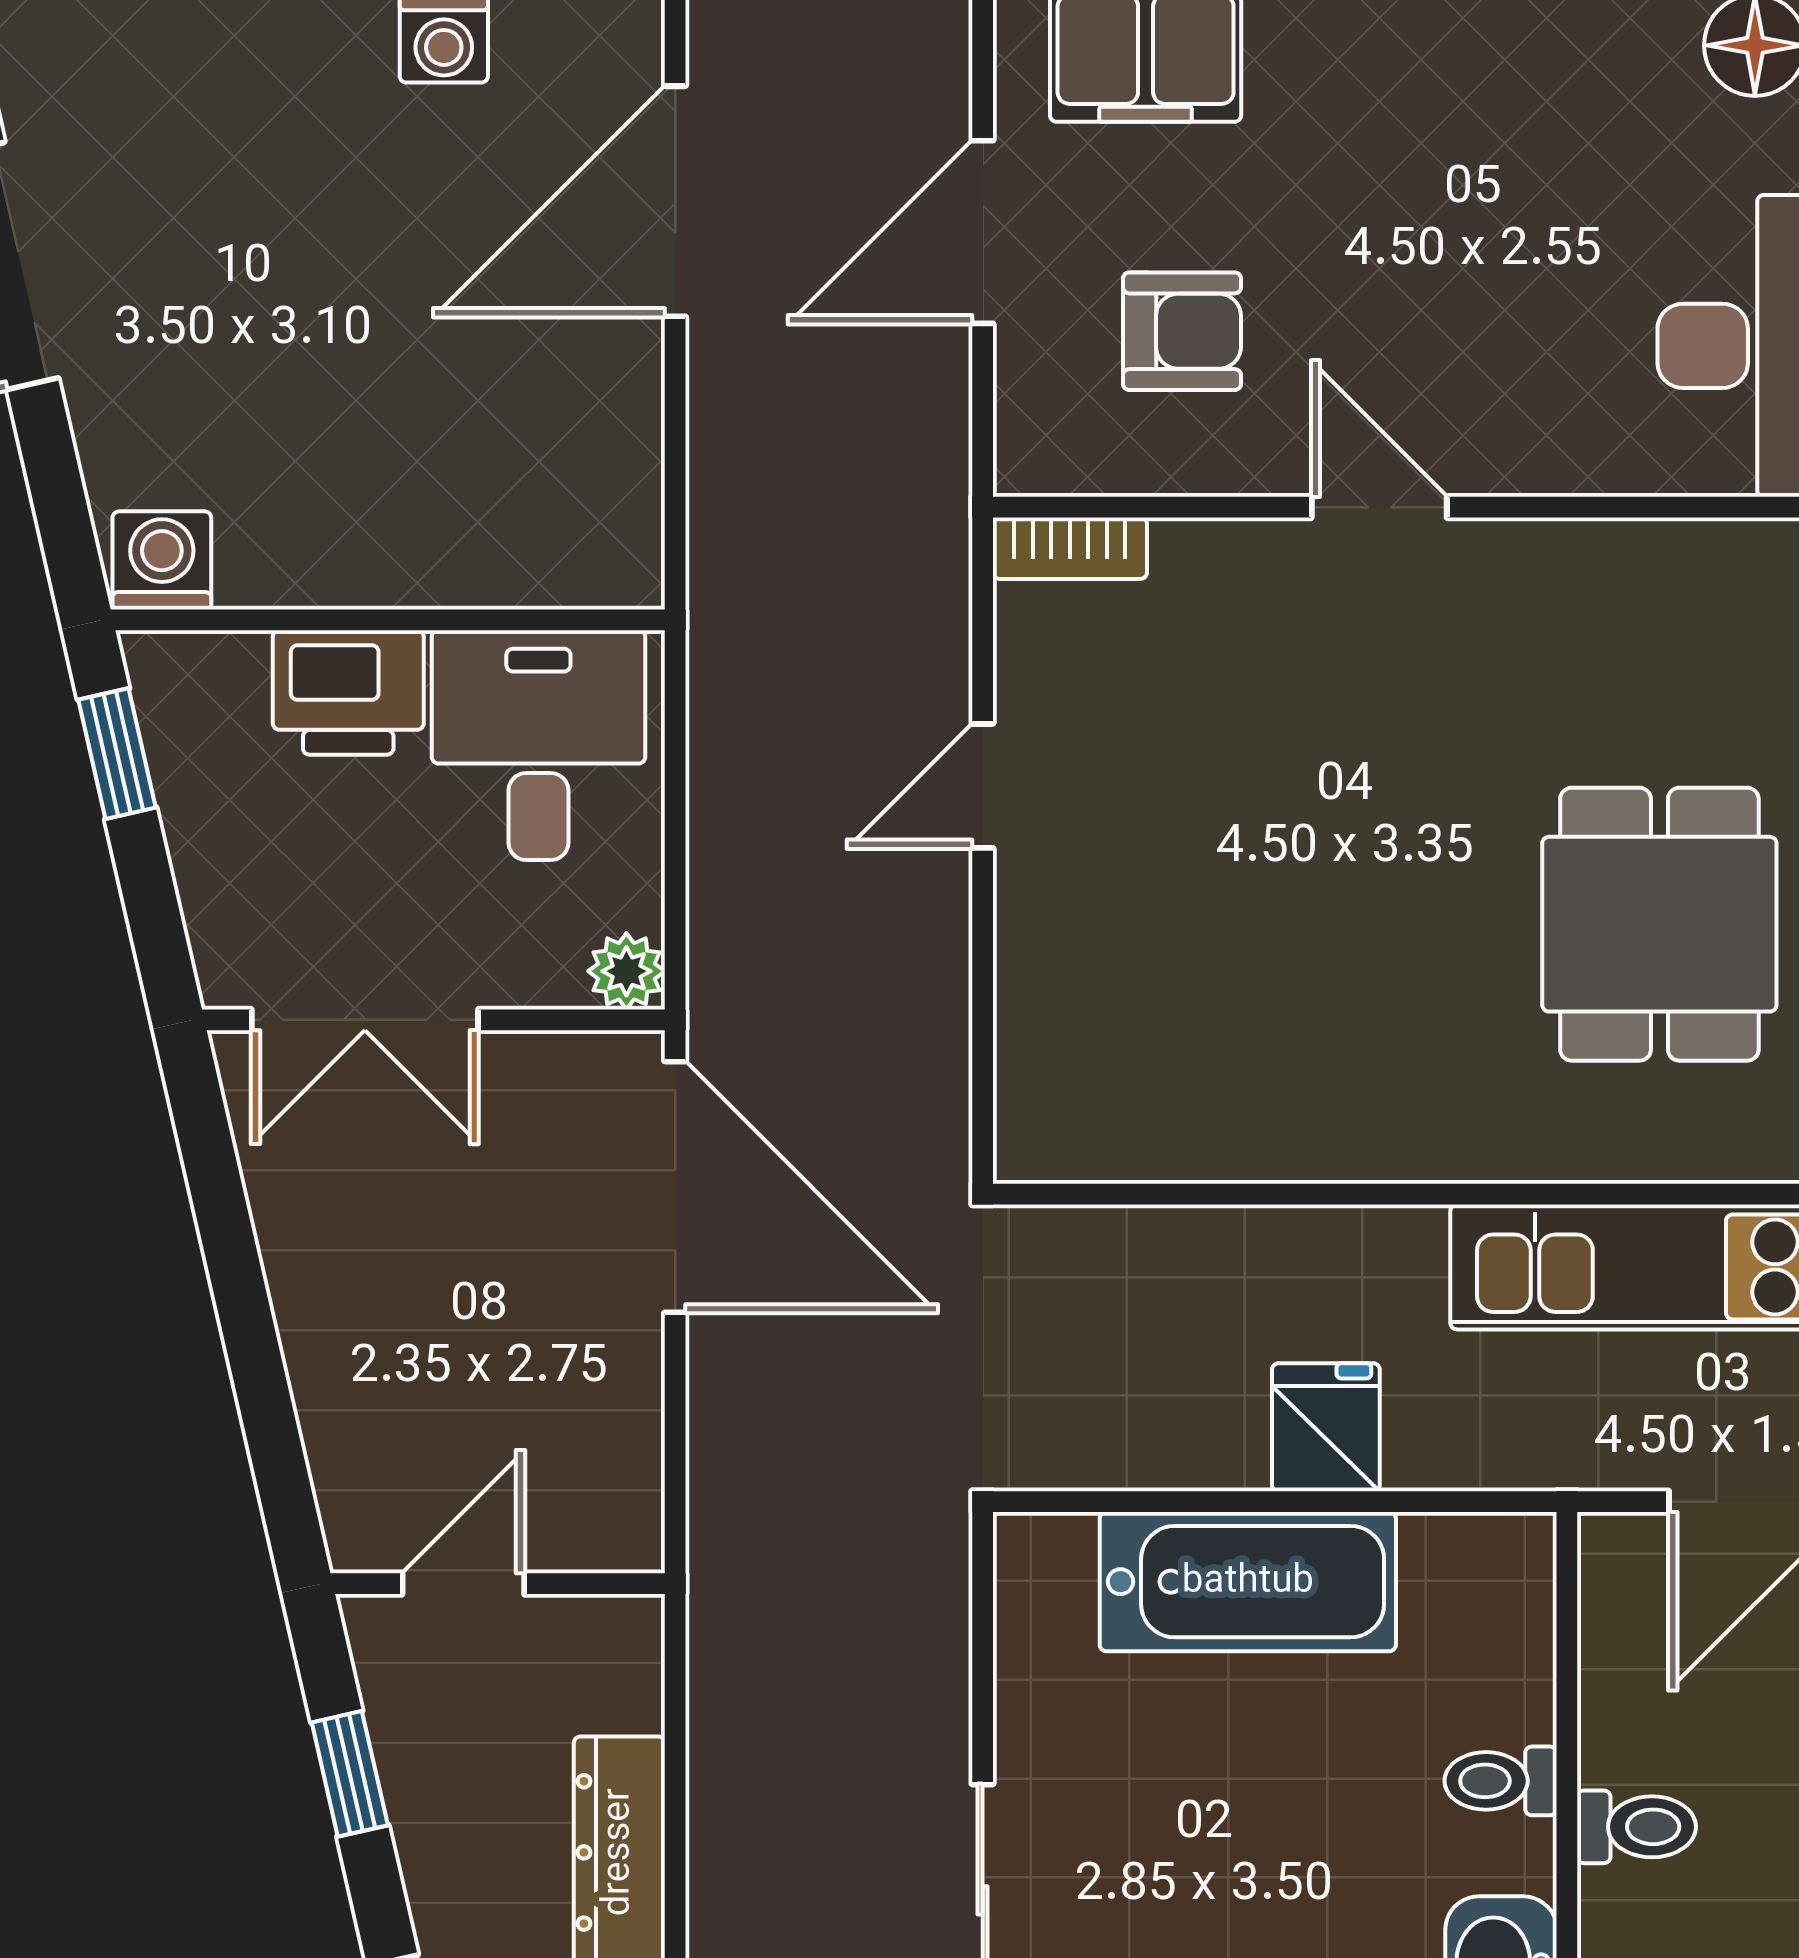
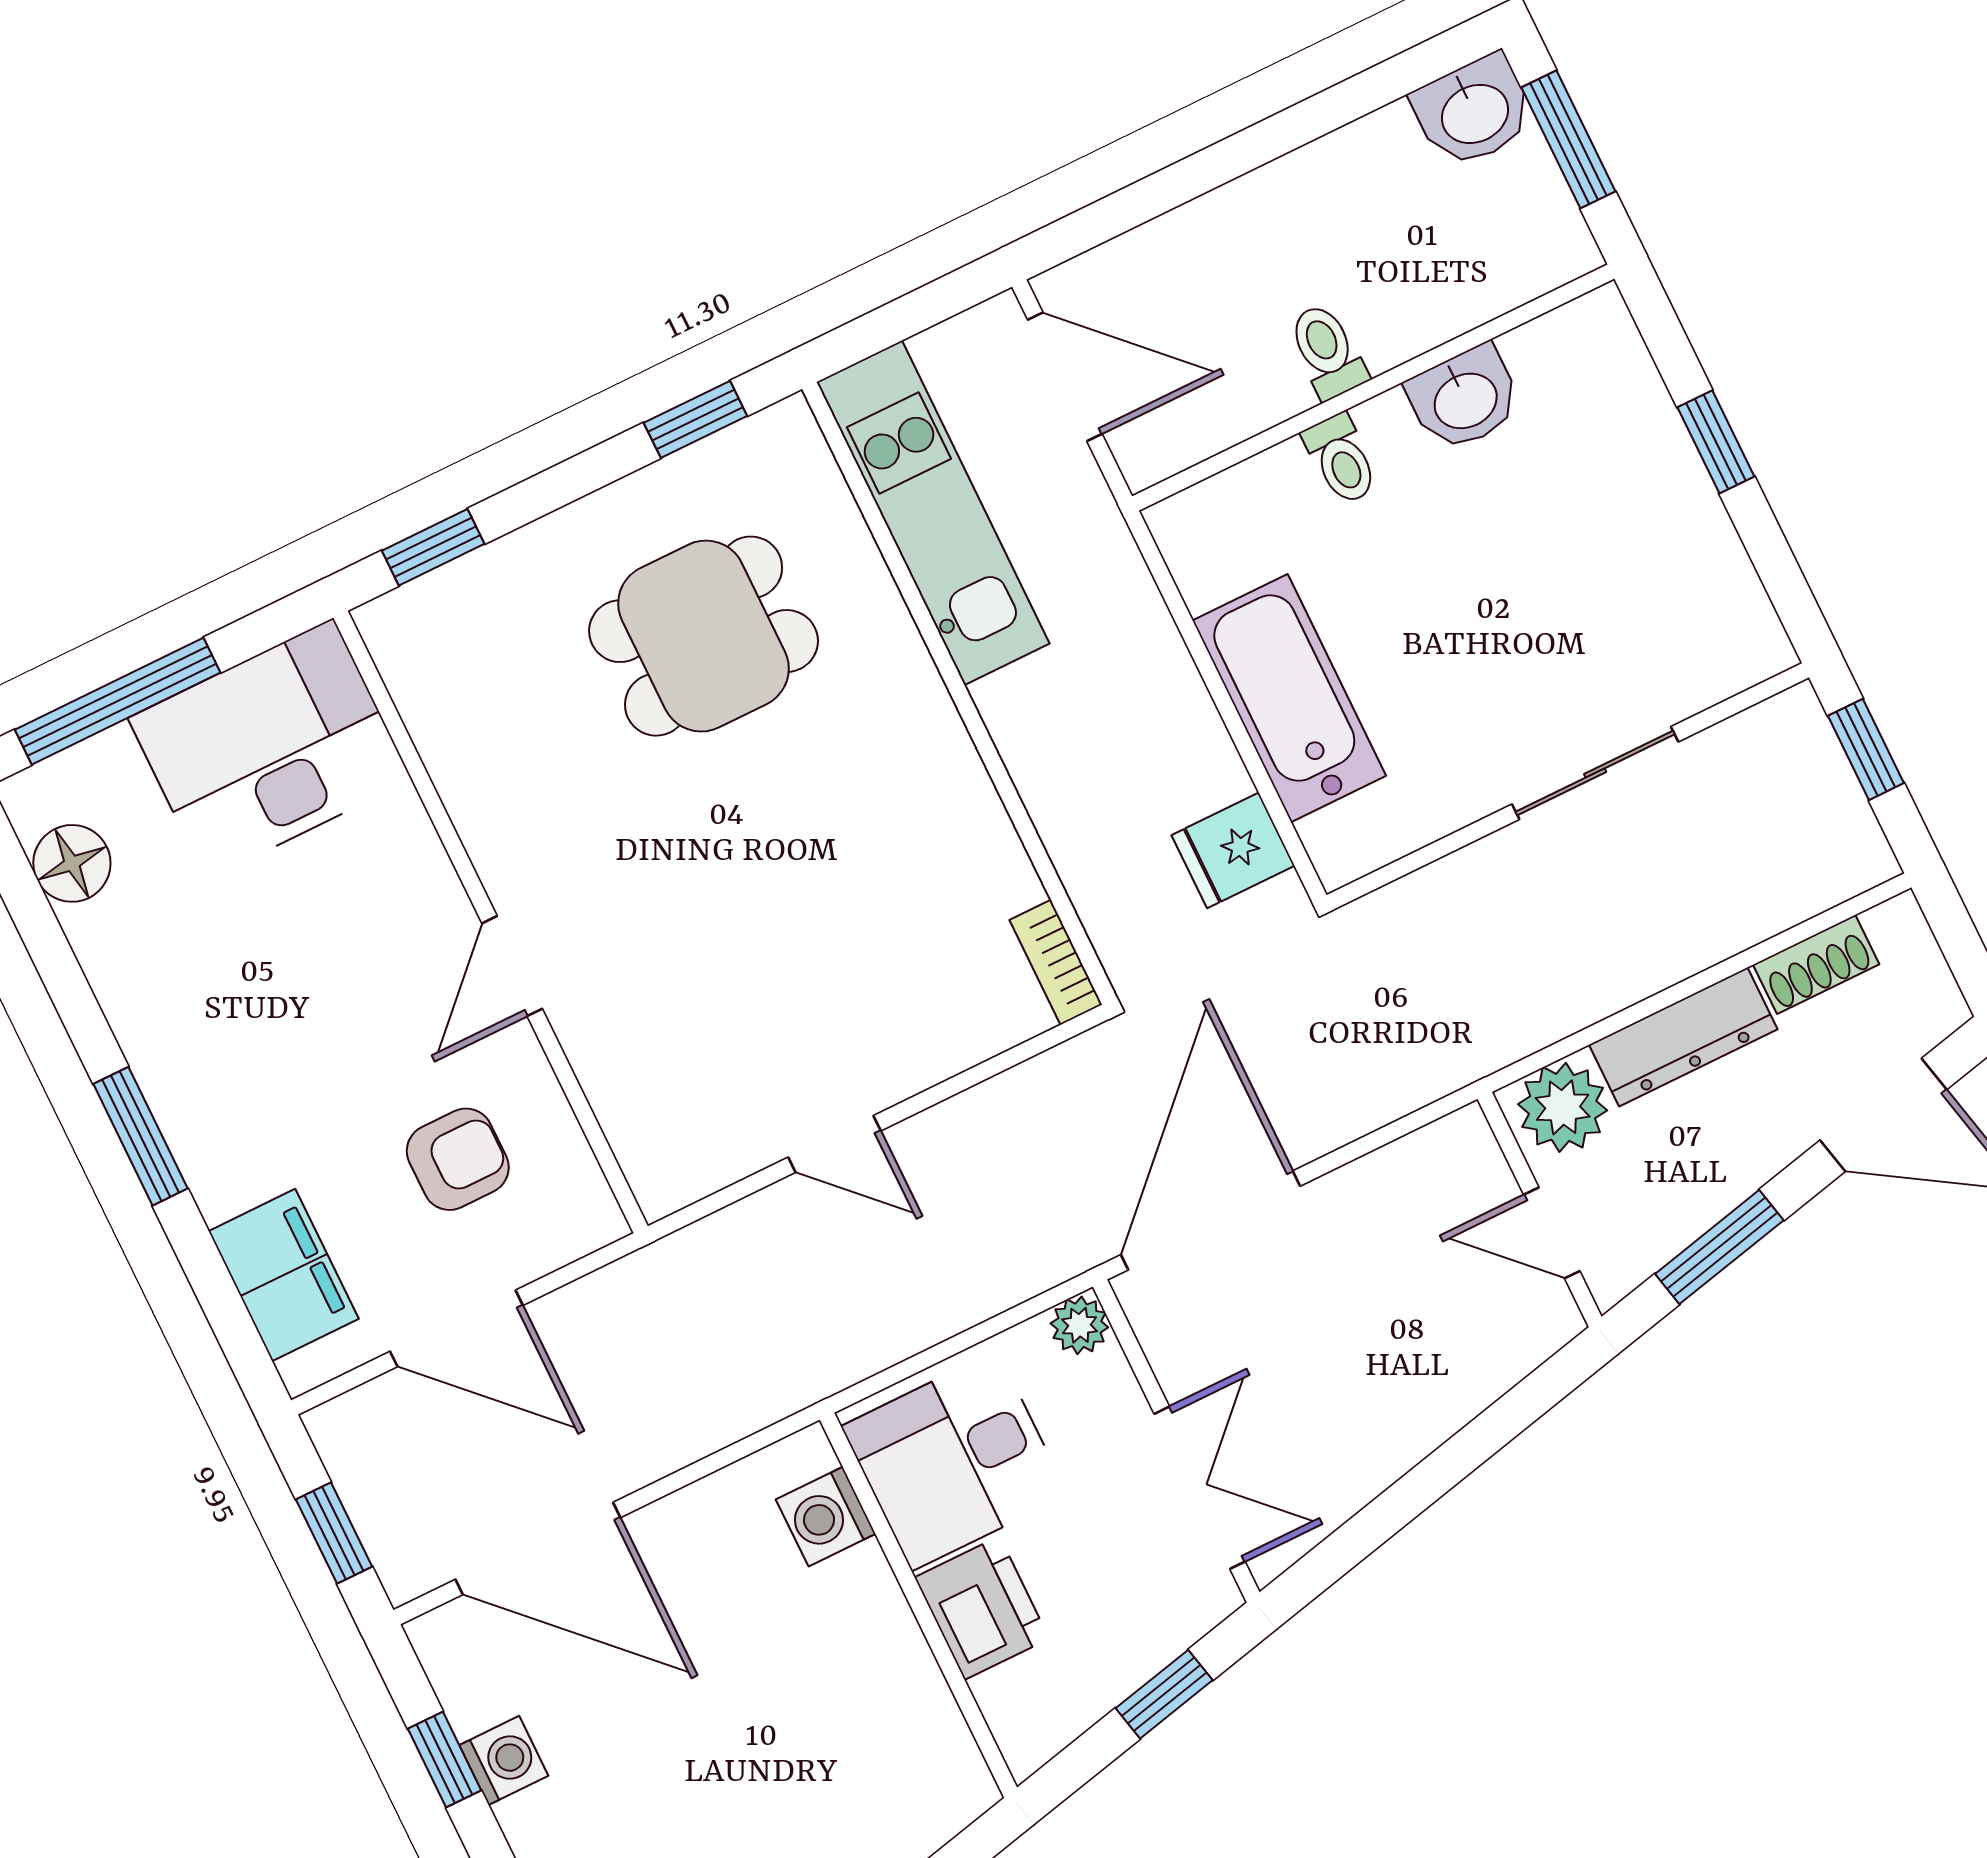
armchair: (1182, 331) -> (458, 1159), turned 90
bookcase: (1070, 548) -> (1056, 962), moved, turned 180
washing machine: (162, 560) -> (826, 1517), moved
window: (117, 754) -> (1164, 1694), moved
fridge: (1326, 1427) -> (1233, 850), moved
plant: (606, 1669) -> (1563, 1107), added
window: (350, 1774) -> (1719, 1247), width x1.50

